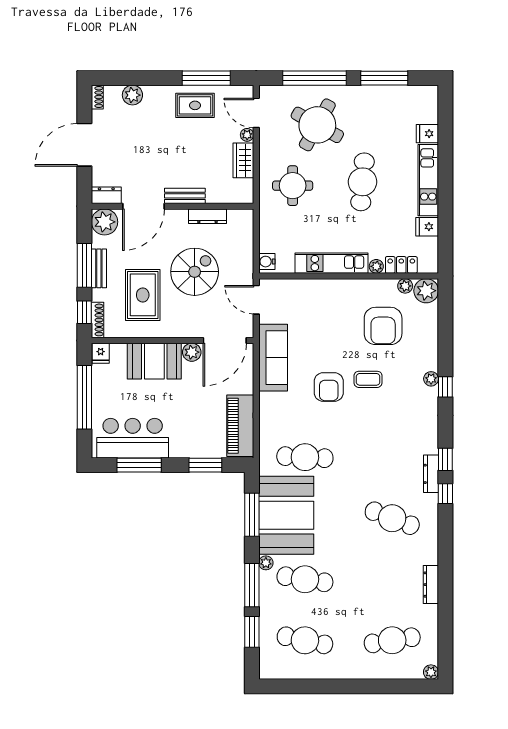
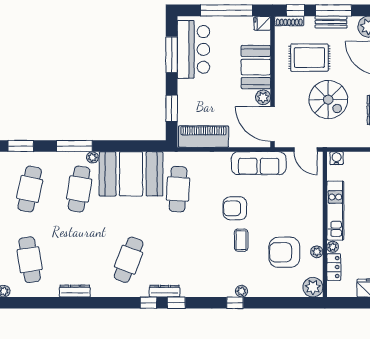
plant: (405, 286) -> (317, 252), moved
door: (256, 300) -> (306, 150), swing flipped
window: (252, 515) -> (131, 146), removed
window: (252, 632) -> (21, 146), moved

